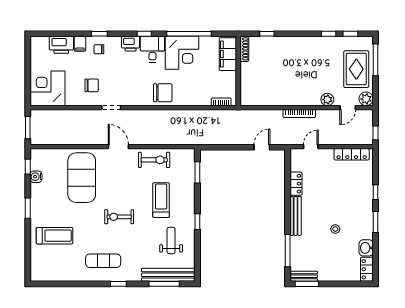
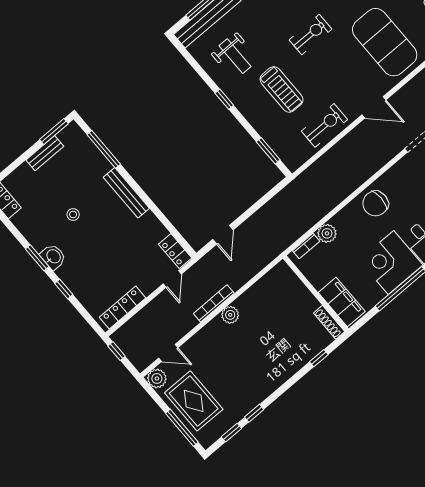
plant: (204, 99) -> (327, 233), added
plant: (327, 99) -> (230, 315), moved
door: (348, 108) -> (168, 353), swing flipped
exercise bike: (154, 160) -> (325, 125), turned 180
locker: (296, 184) -> (175, 251), moved
washbasin: (366, 248) -> (53, 257), moved
bench: (304, 276) -> (45, 153), moved

